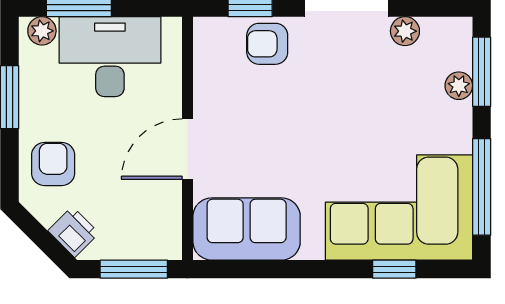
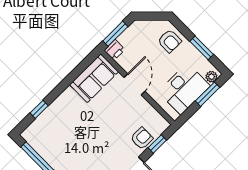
corner sofa: (399, 207) -> (56, 129), removed
printer: (73, 232) -> (115, 50), moved, turned -45

